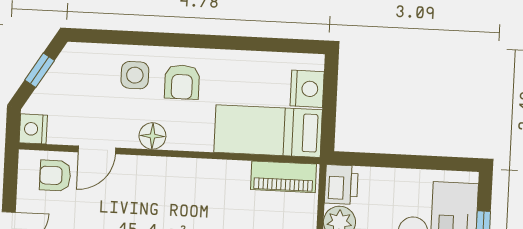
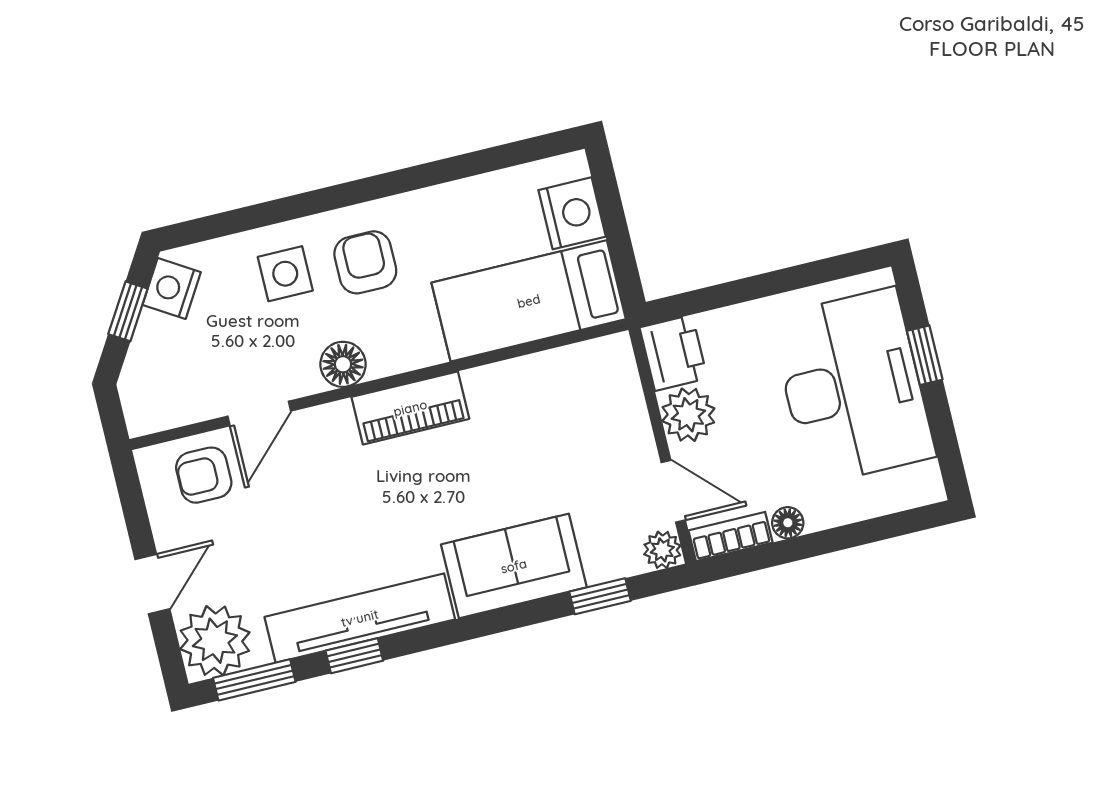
armchair: (182, 82) -> (365, 262), turned 180
nightstand: (33, 129) -> (172, 289), moved, turned 32
piano: (283, 177) -> (410, 408), moved

